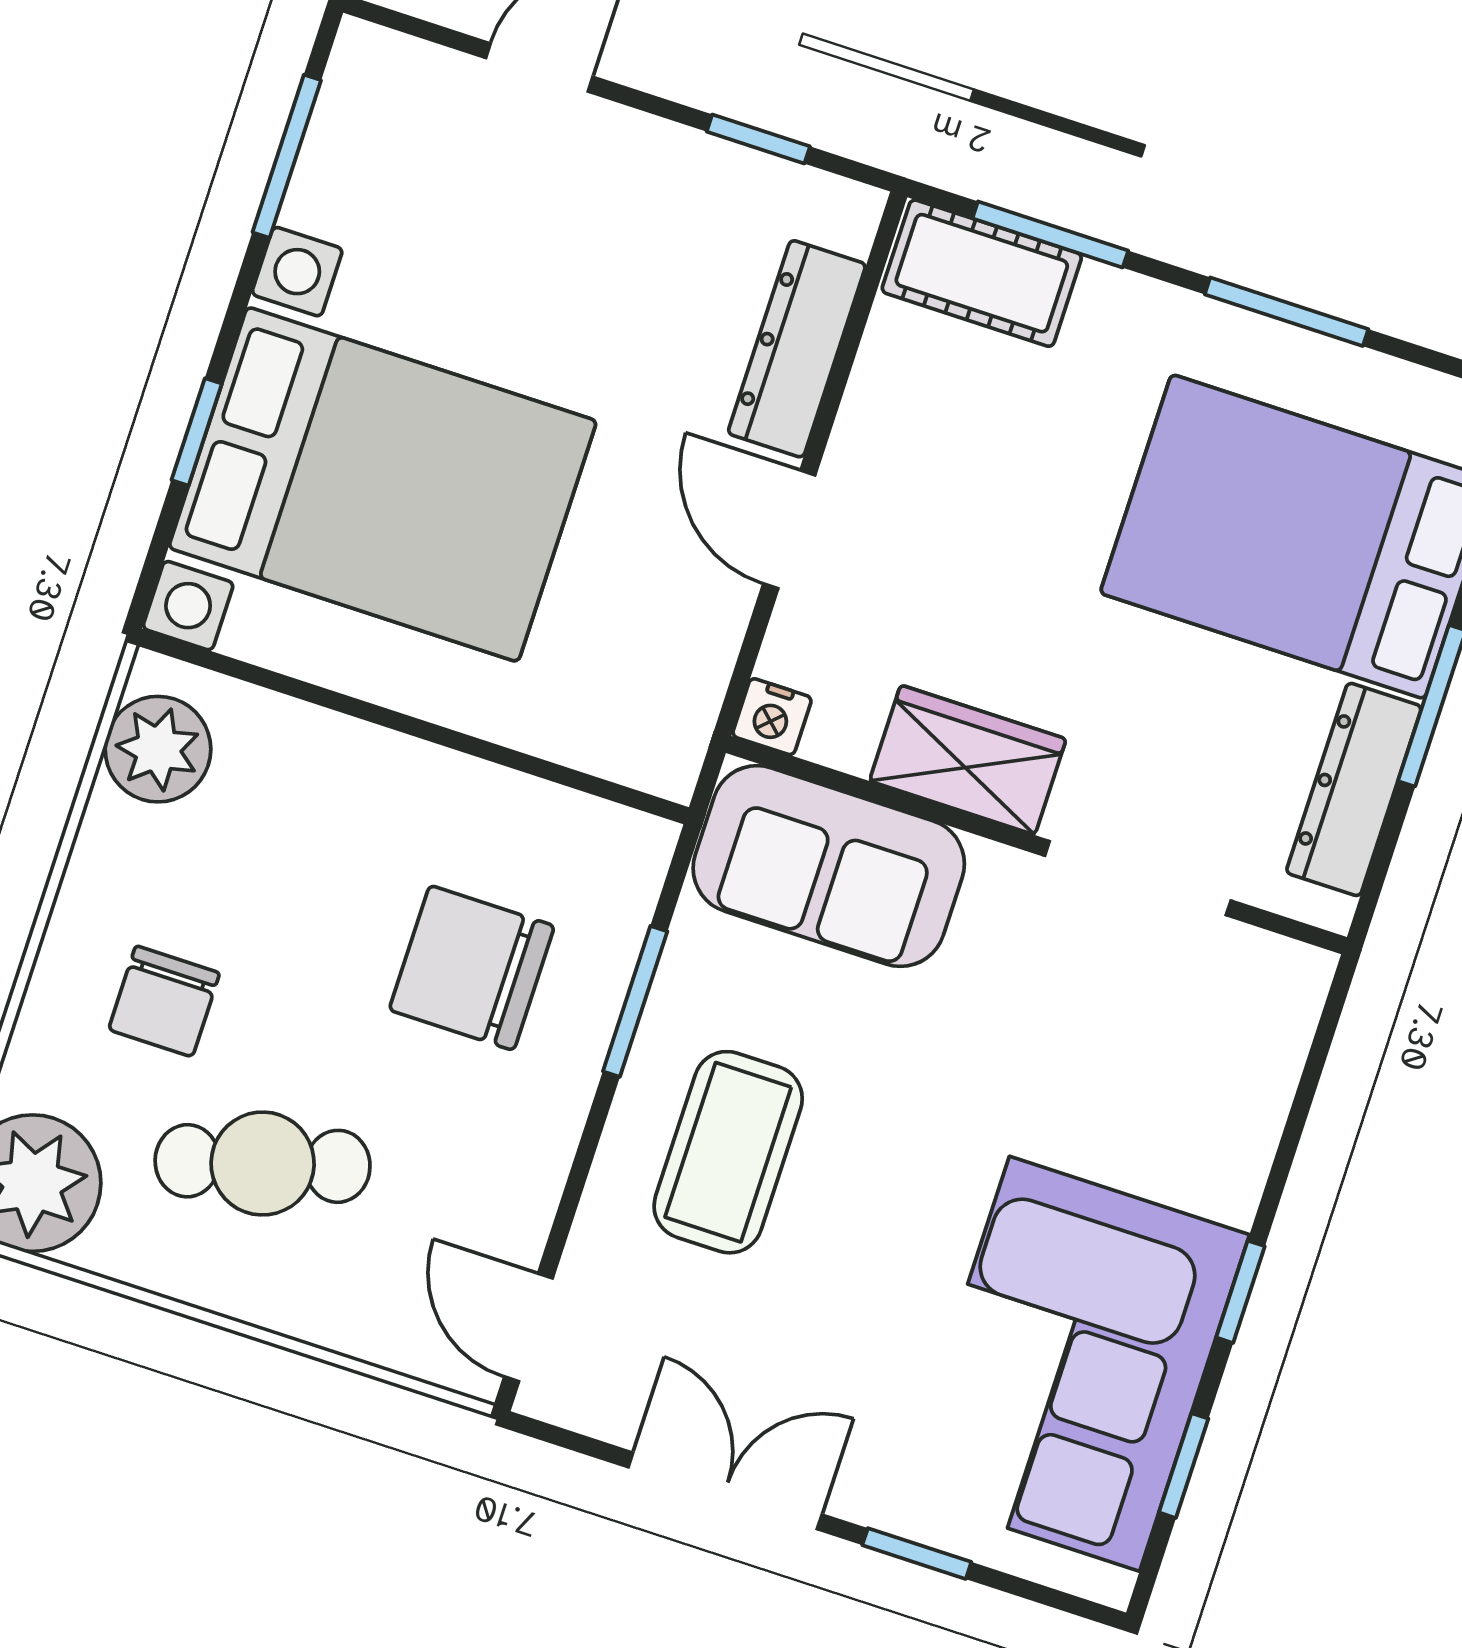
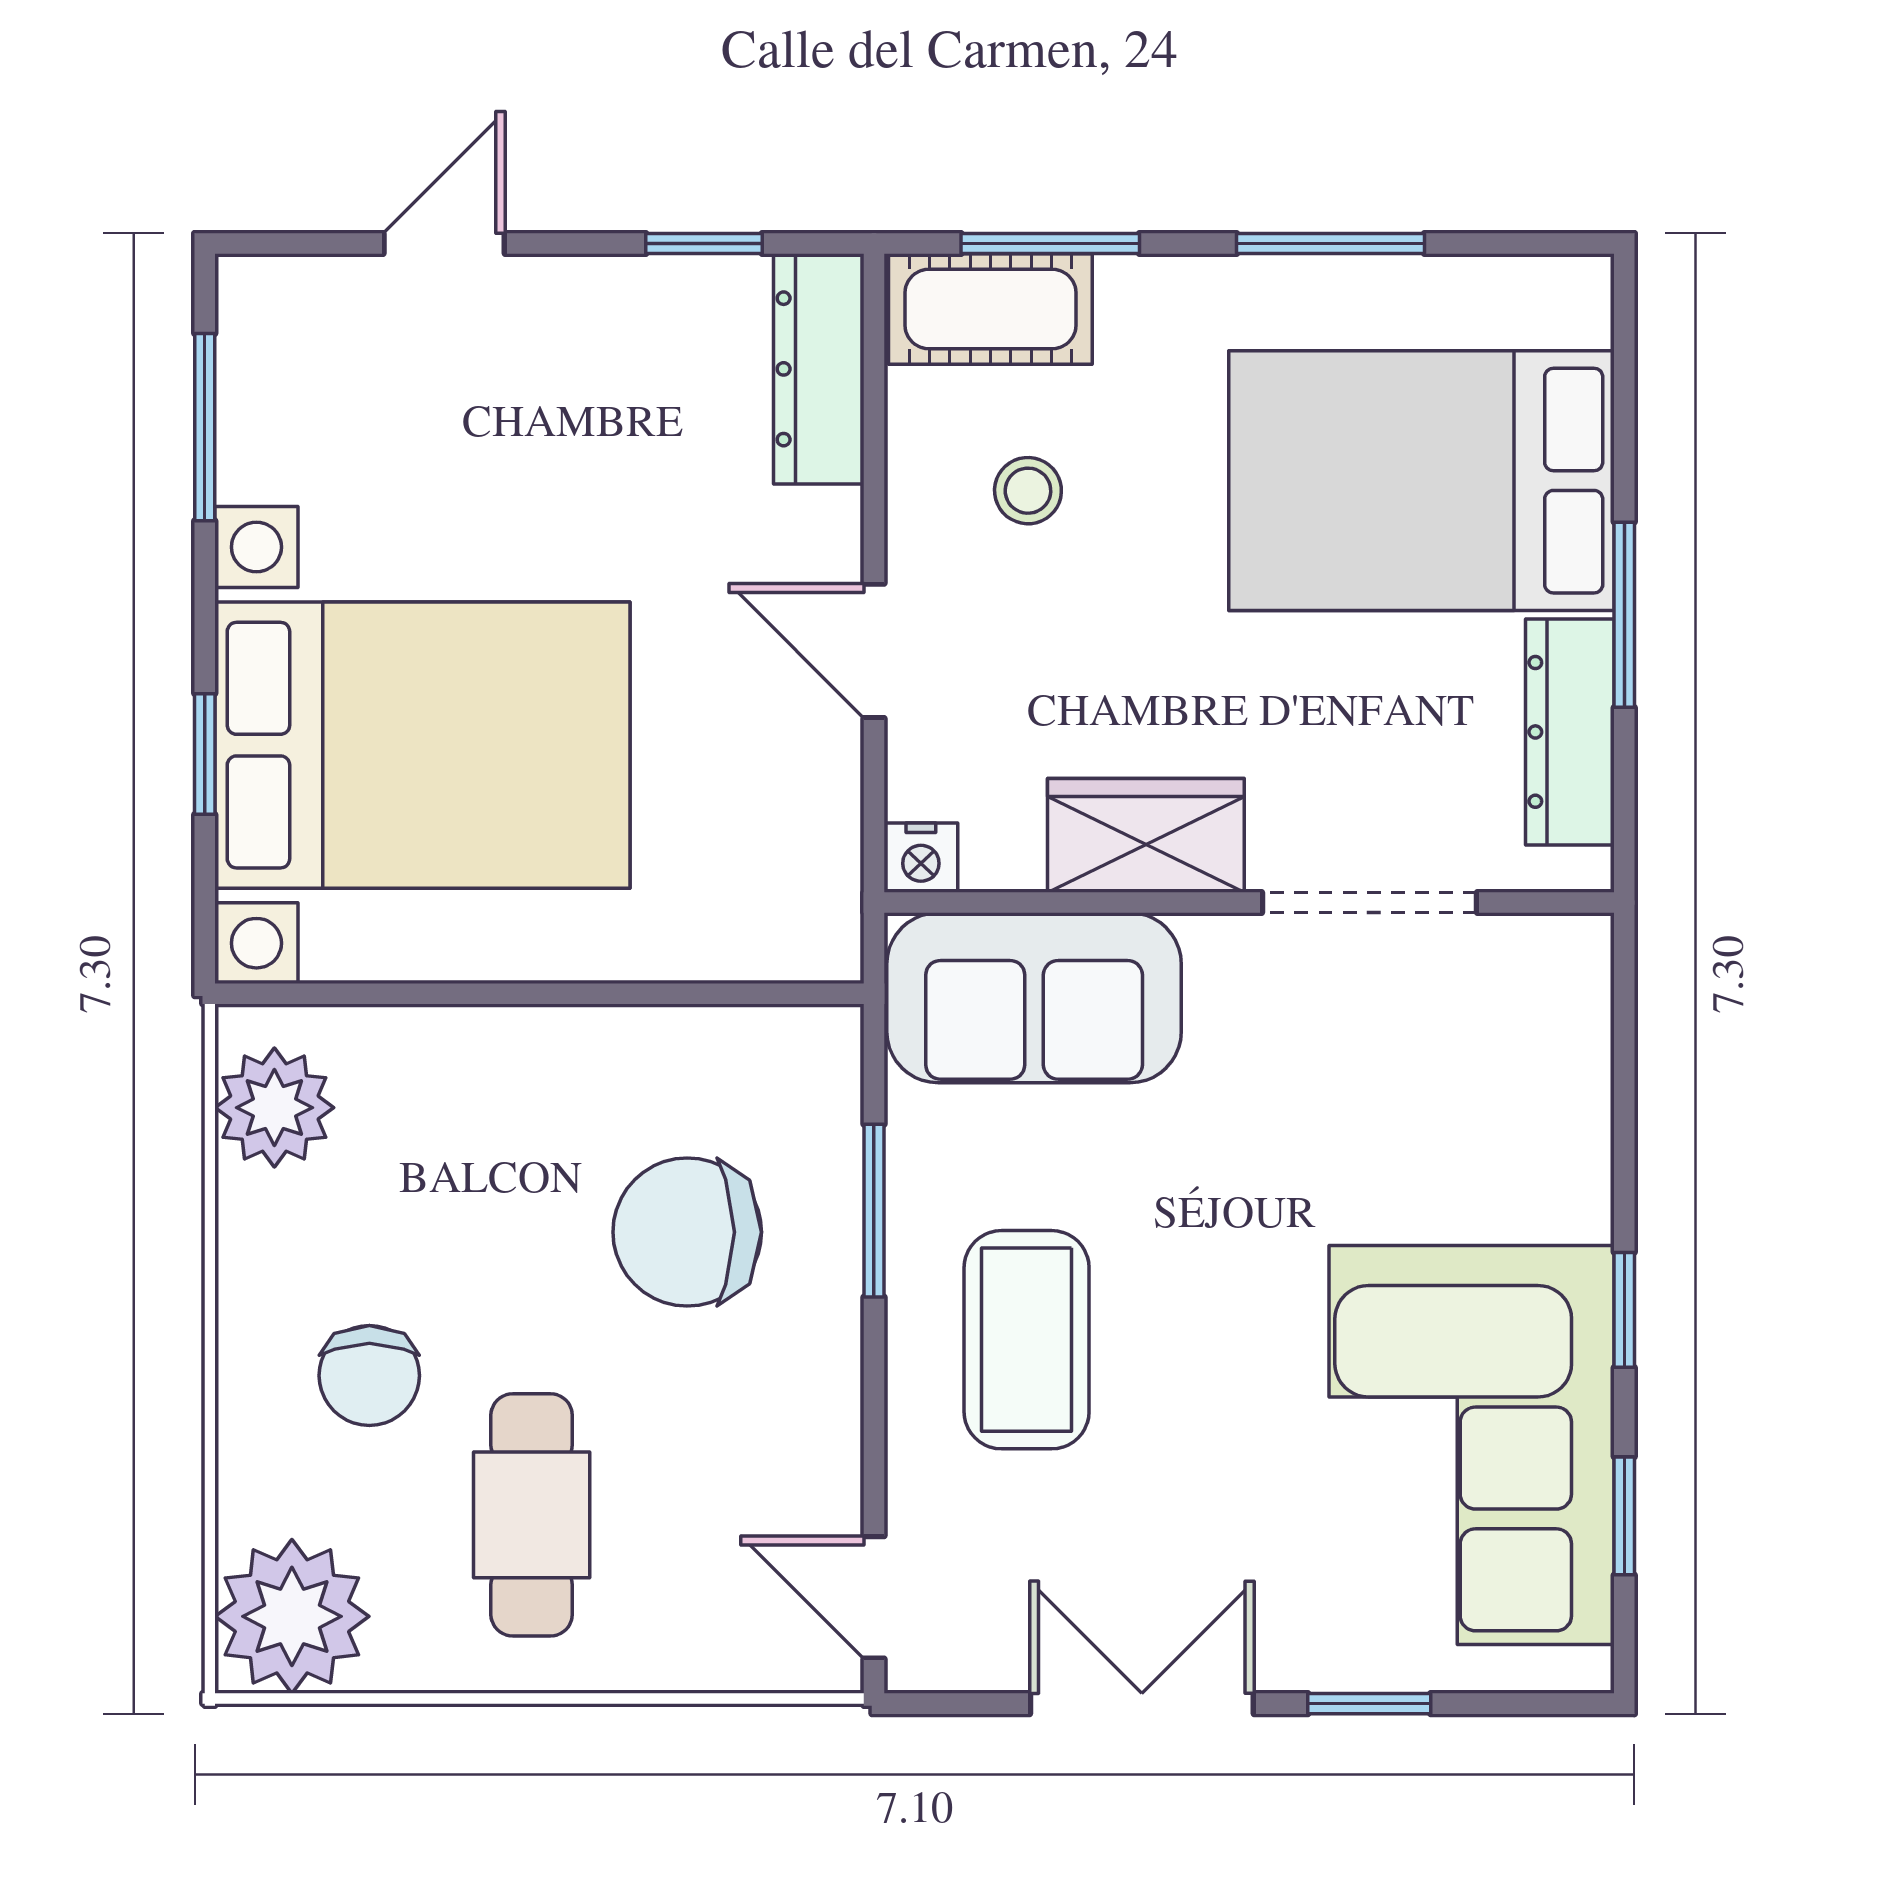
dresser: (797, 349) -> (819, 369), moved
stool: (963, 437) -> (1028, 491), added
cafe table: (263, 1164) -> (532, 1515), turned -74

